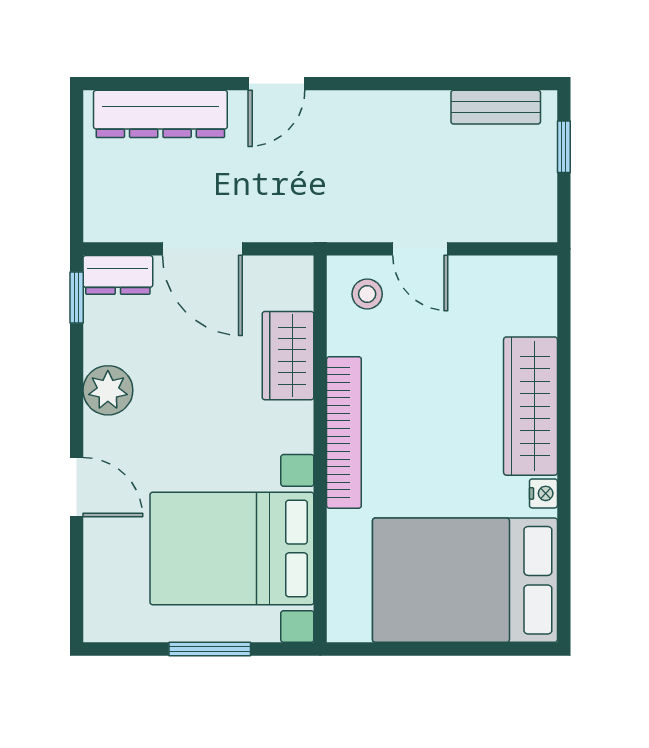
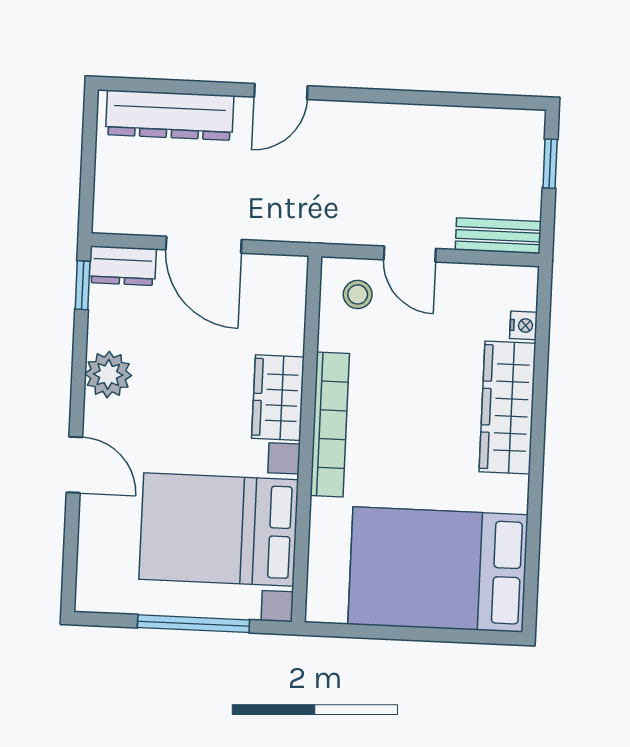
bench: (496, 107) -> (498, 236), moved
wardrobe: (288, 356) -> (278, 398), moved
nightstand: (543, 493) -> (523, 325), moved
window: (210, 649) -> (193, 624), width x1.44

